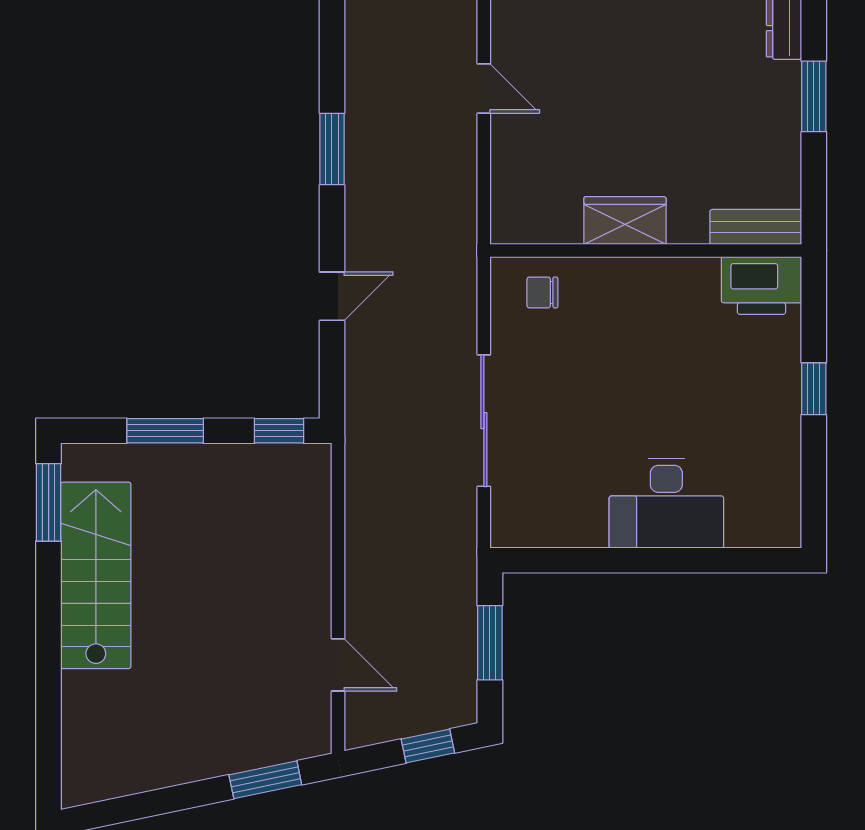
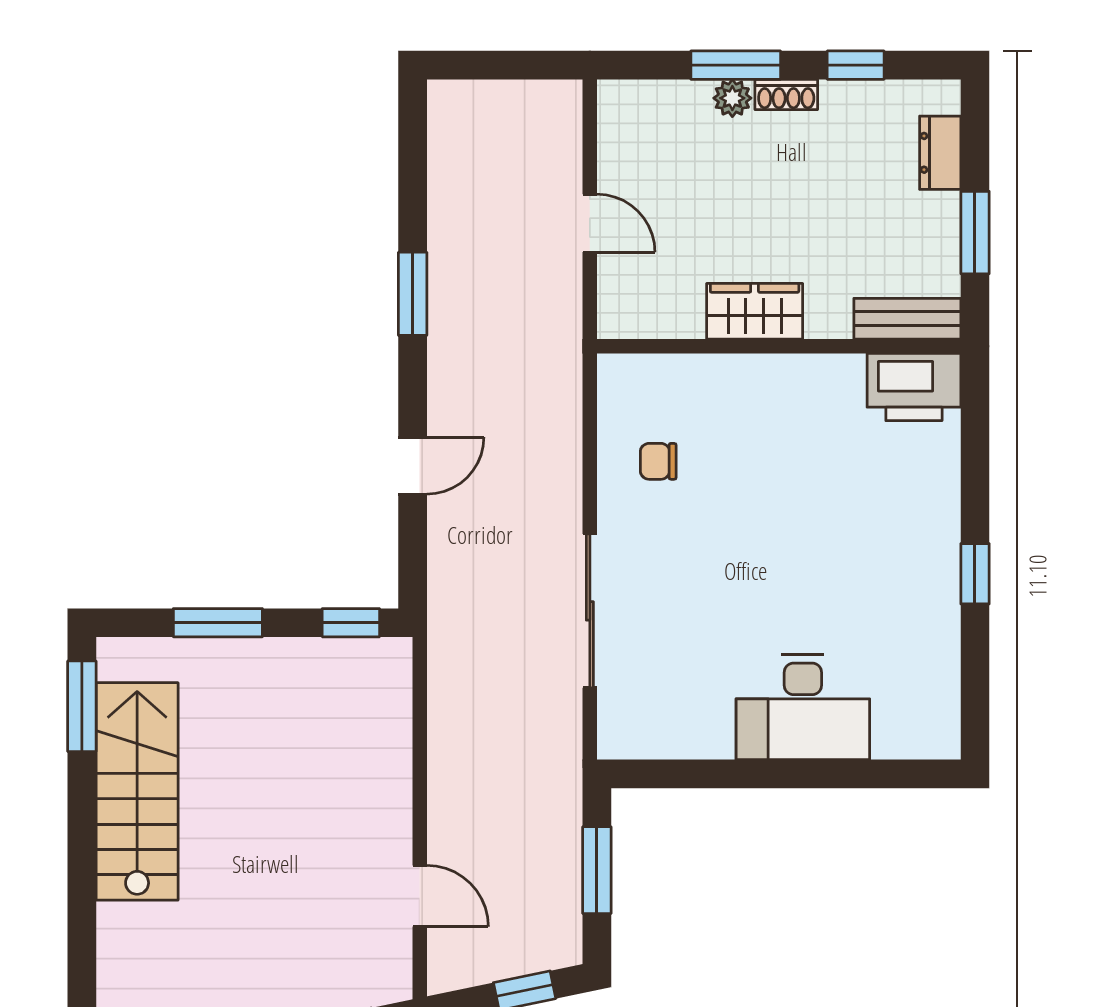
wardrobe: (625, 221) -> (755, 311), moved
bench: (756, 227) -> (907, 319), moved
wall: (646, 251) -> (779, 346), moved
printer: (761, 285) -> (914, 387), moved

